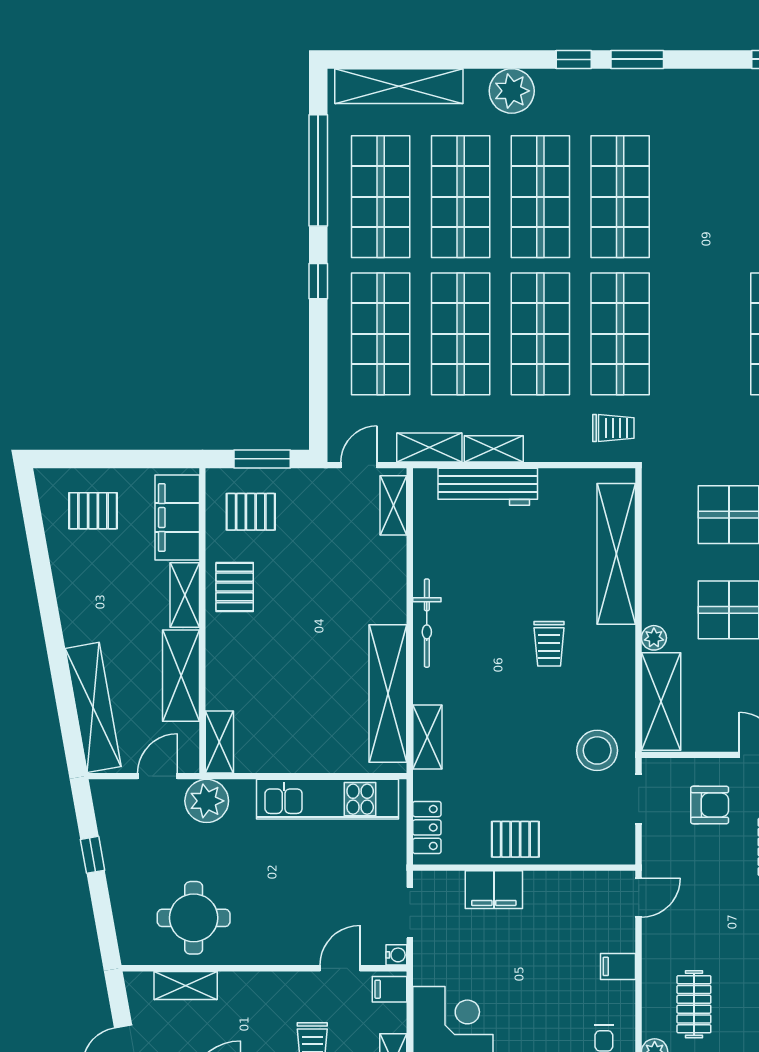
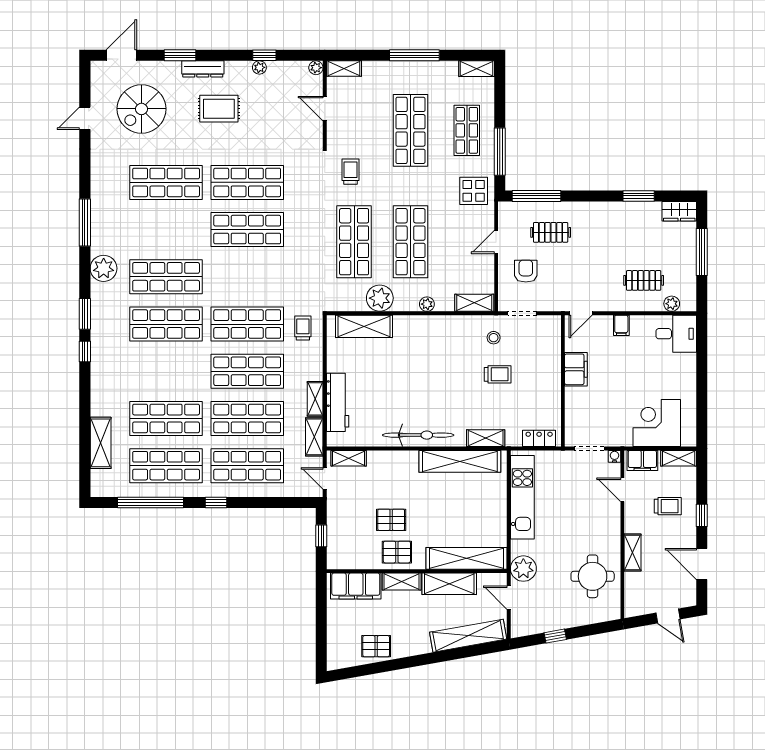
shelving: (399, 86) -> (101, 443), width x0.68
plant: (512, 91) -> (104, 268), moved
shop shelf: (540, 197) -> (166, 277), moved
window: (262, 459) -> (321, 536), width x0.67
pallet: (93, 511) -> (376, 646), moved, turned 90
pallet: (251, 512) -> (391, 520), moved, turned 90
shelving: (616, 554) -> (364, 326), width x0.68
plant: (664, 558) -> (380, 298), added
bicycle: (427, 623) -> (418, 435), width x1.37, depth x1.40
trolley: (549, 644) -> (498, 374), moved
shelving: (661, 702) -> (474, 303), width x0.67, depth x0.75
shelving: (219, 742) -> (467, 558), width x2.20, depth x1.33
stool: (597, 750) -> (494, 338), width x0.53, depth x0.53
pallet: (515, 839) -> (546, 386), removed
filing cabinet: (494, 890) -> (576, 369), moved
door: (639, 898) -> (581, 313), swing flipped
shelving: (186, 985) -> (633, 553), moved
filing cabinet: (390, 989) -> (642, 460), width x2.00

